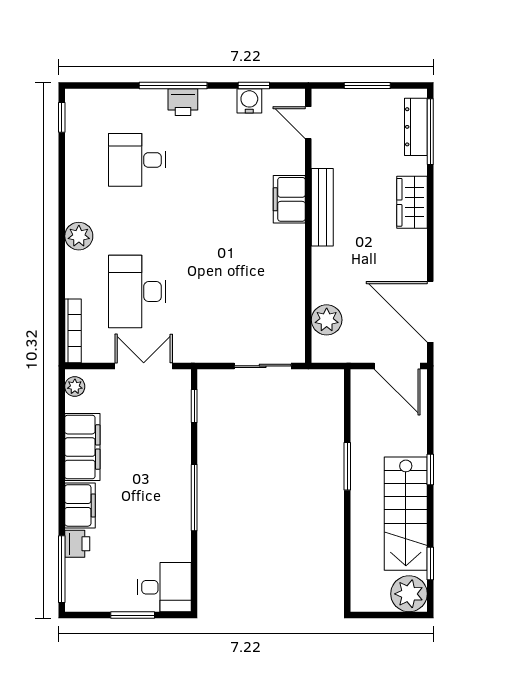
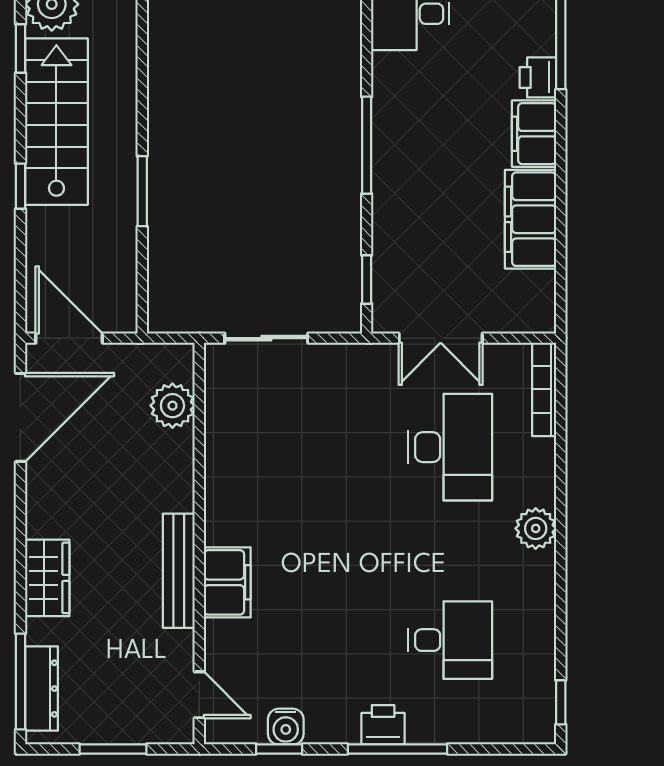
door: (430, 312) -> (20, 417), hinge flipped
plant: (75, 387) -> (542, 308), removed

